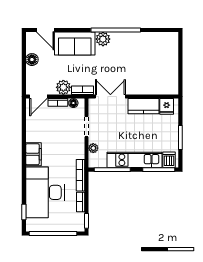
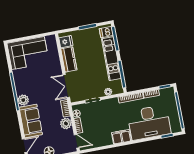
corner sofa: (161, 56) -> (28, 53), added

